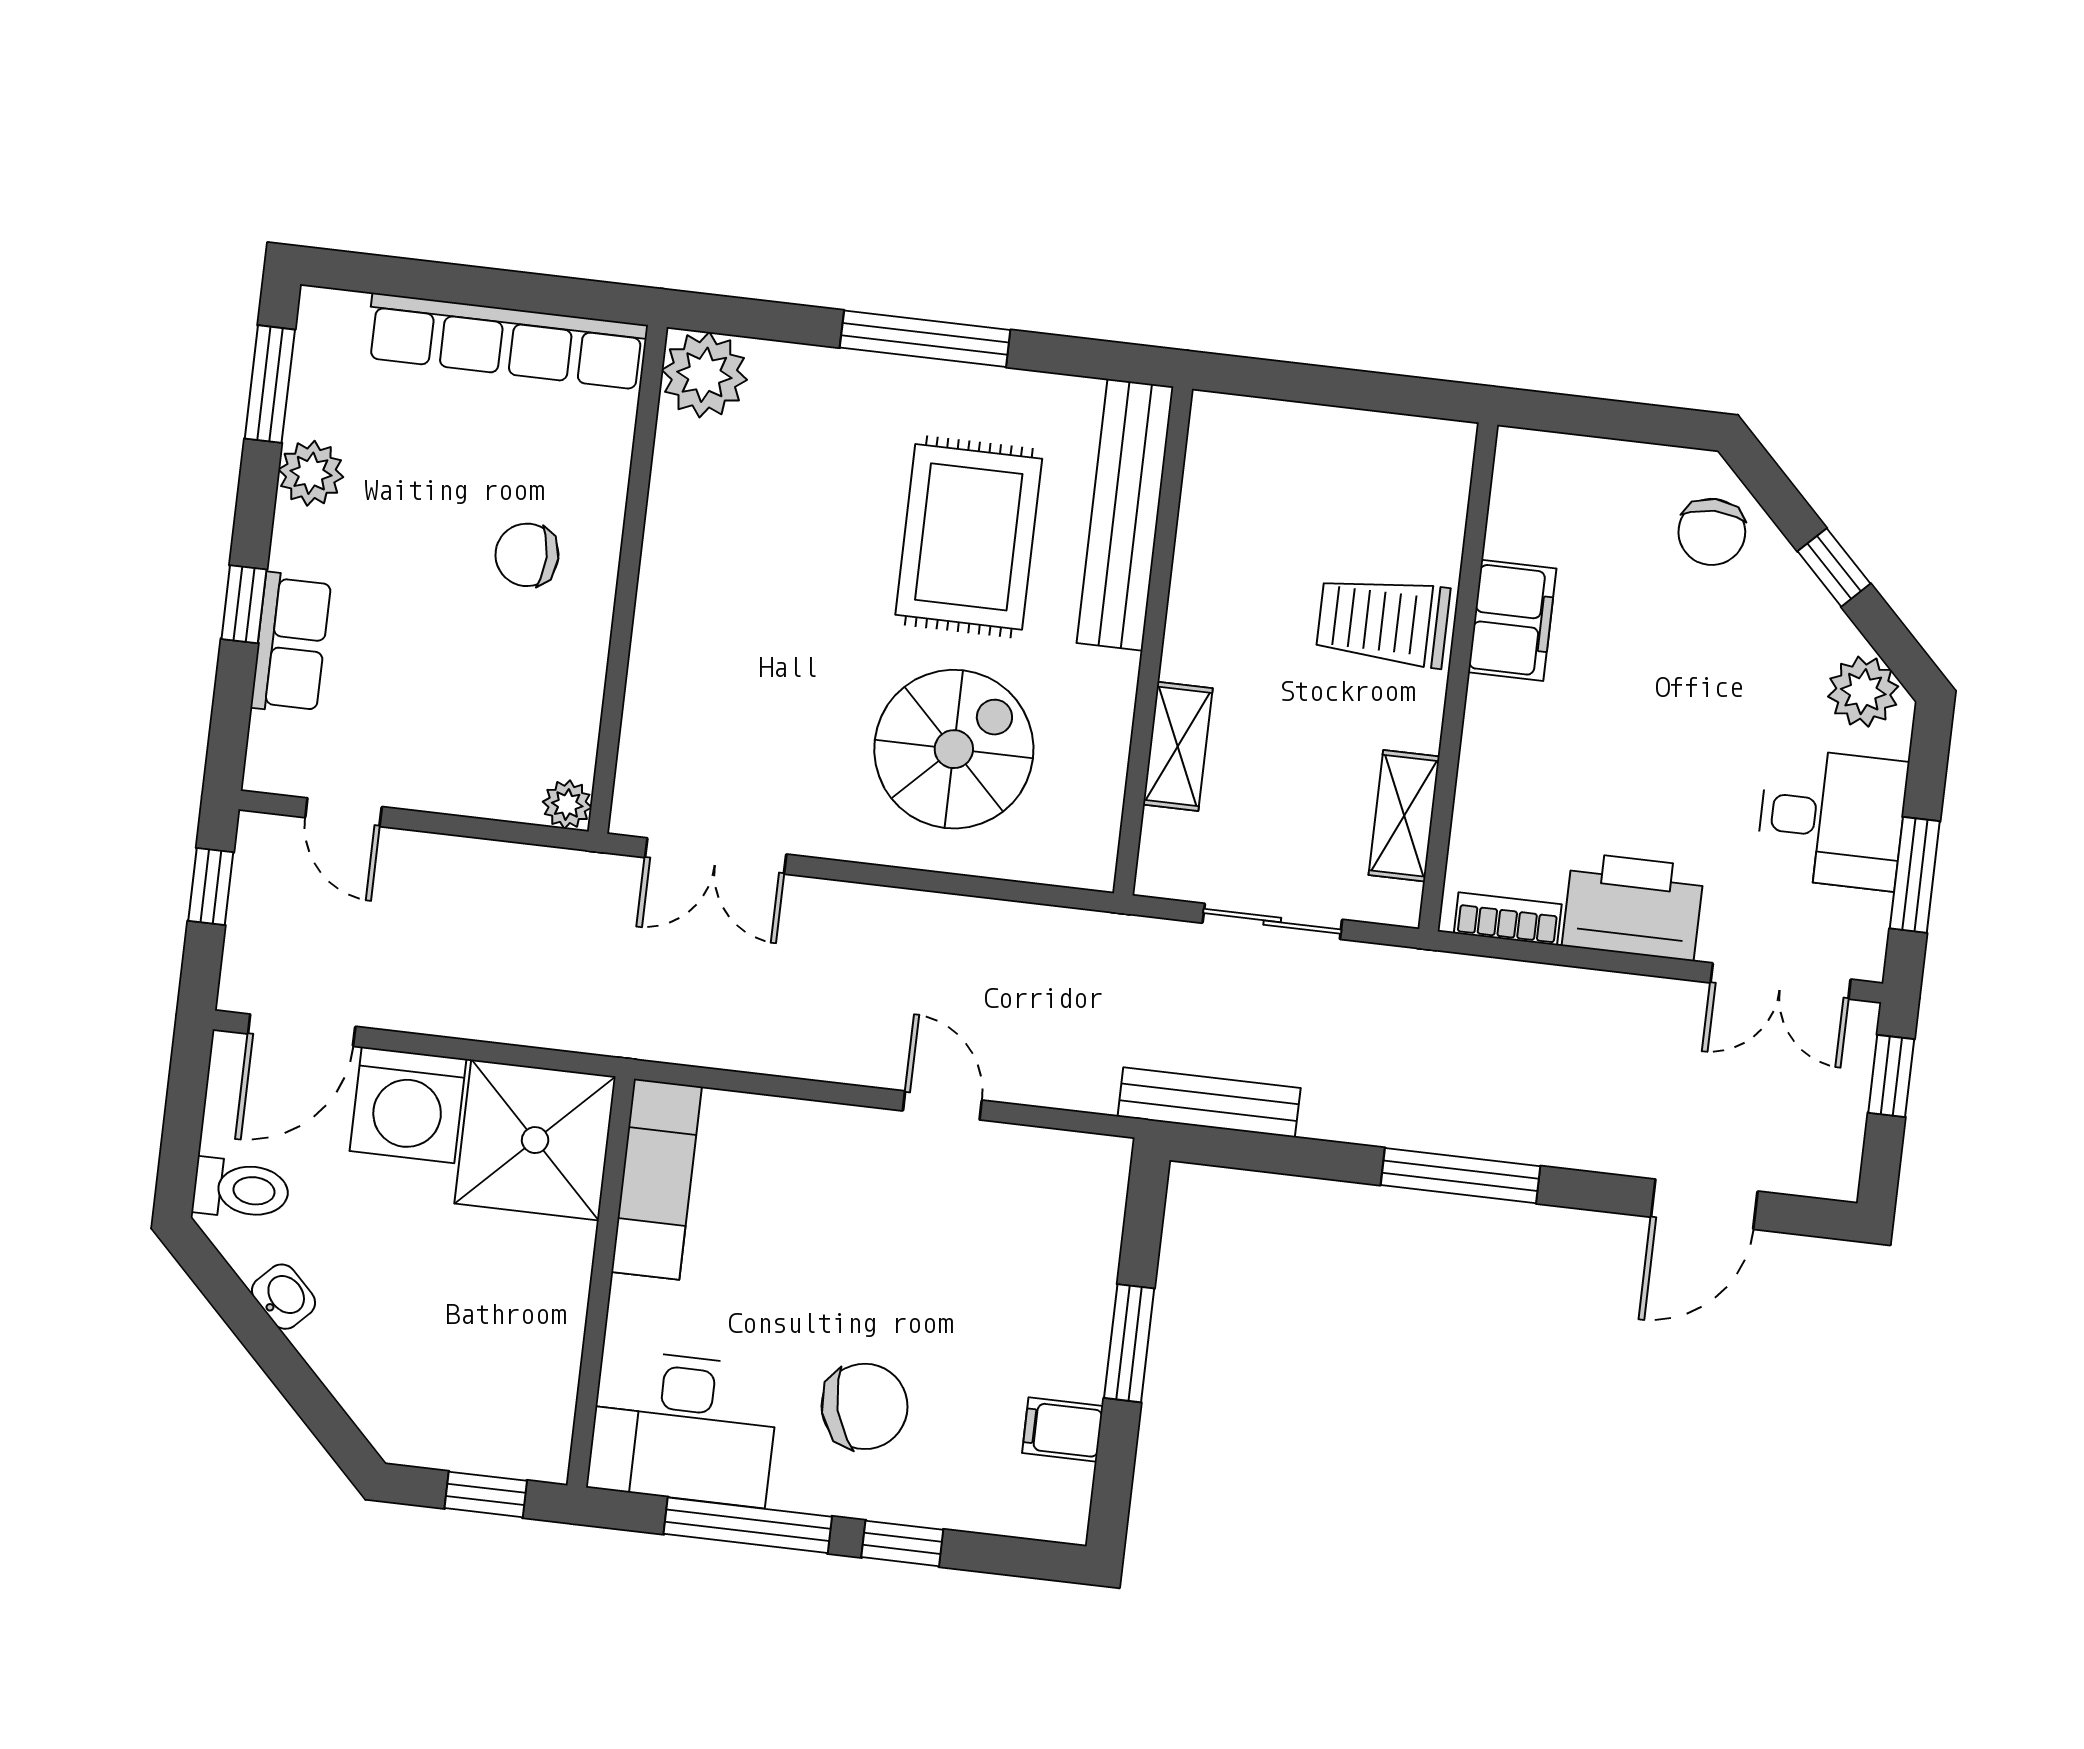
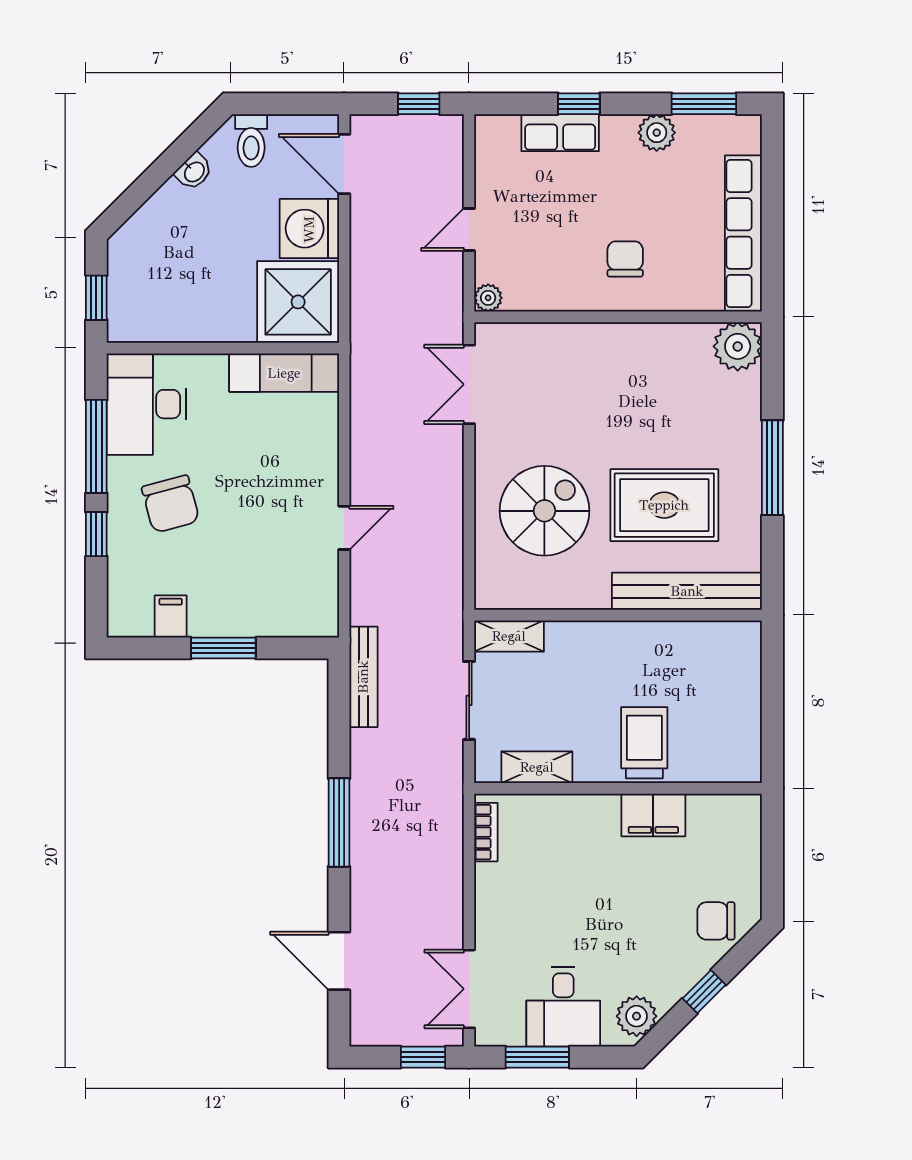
shelving: (1178, 746) -> (509, 636), moved
spiral stairs: (954, 749) -> (544, 511), turned -90
door: (343, 812) -> (469, 230), moved
printer: (1633, 906) -> (501, 901), removed

